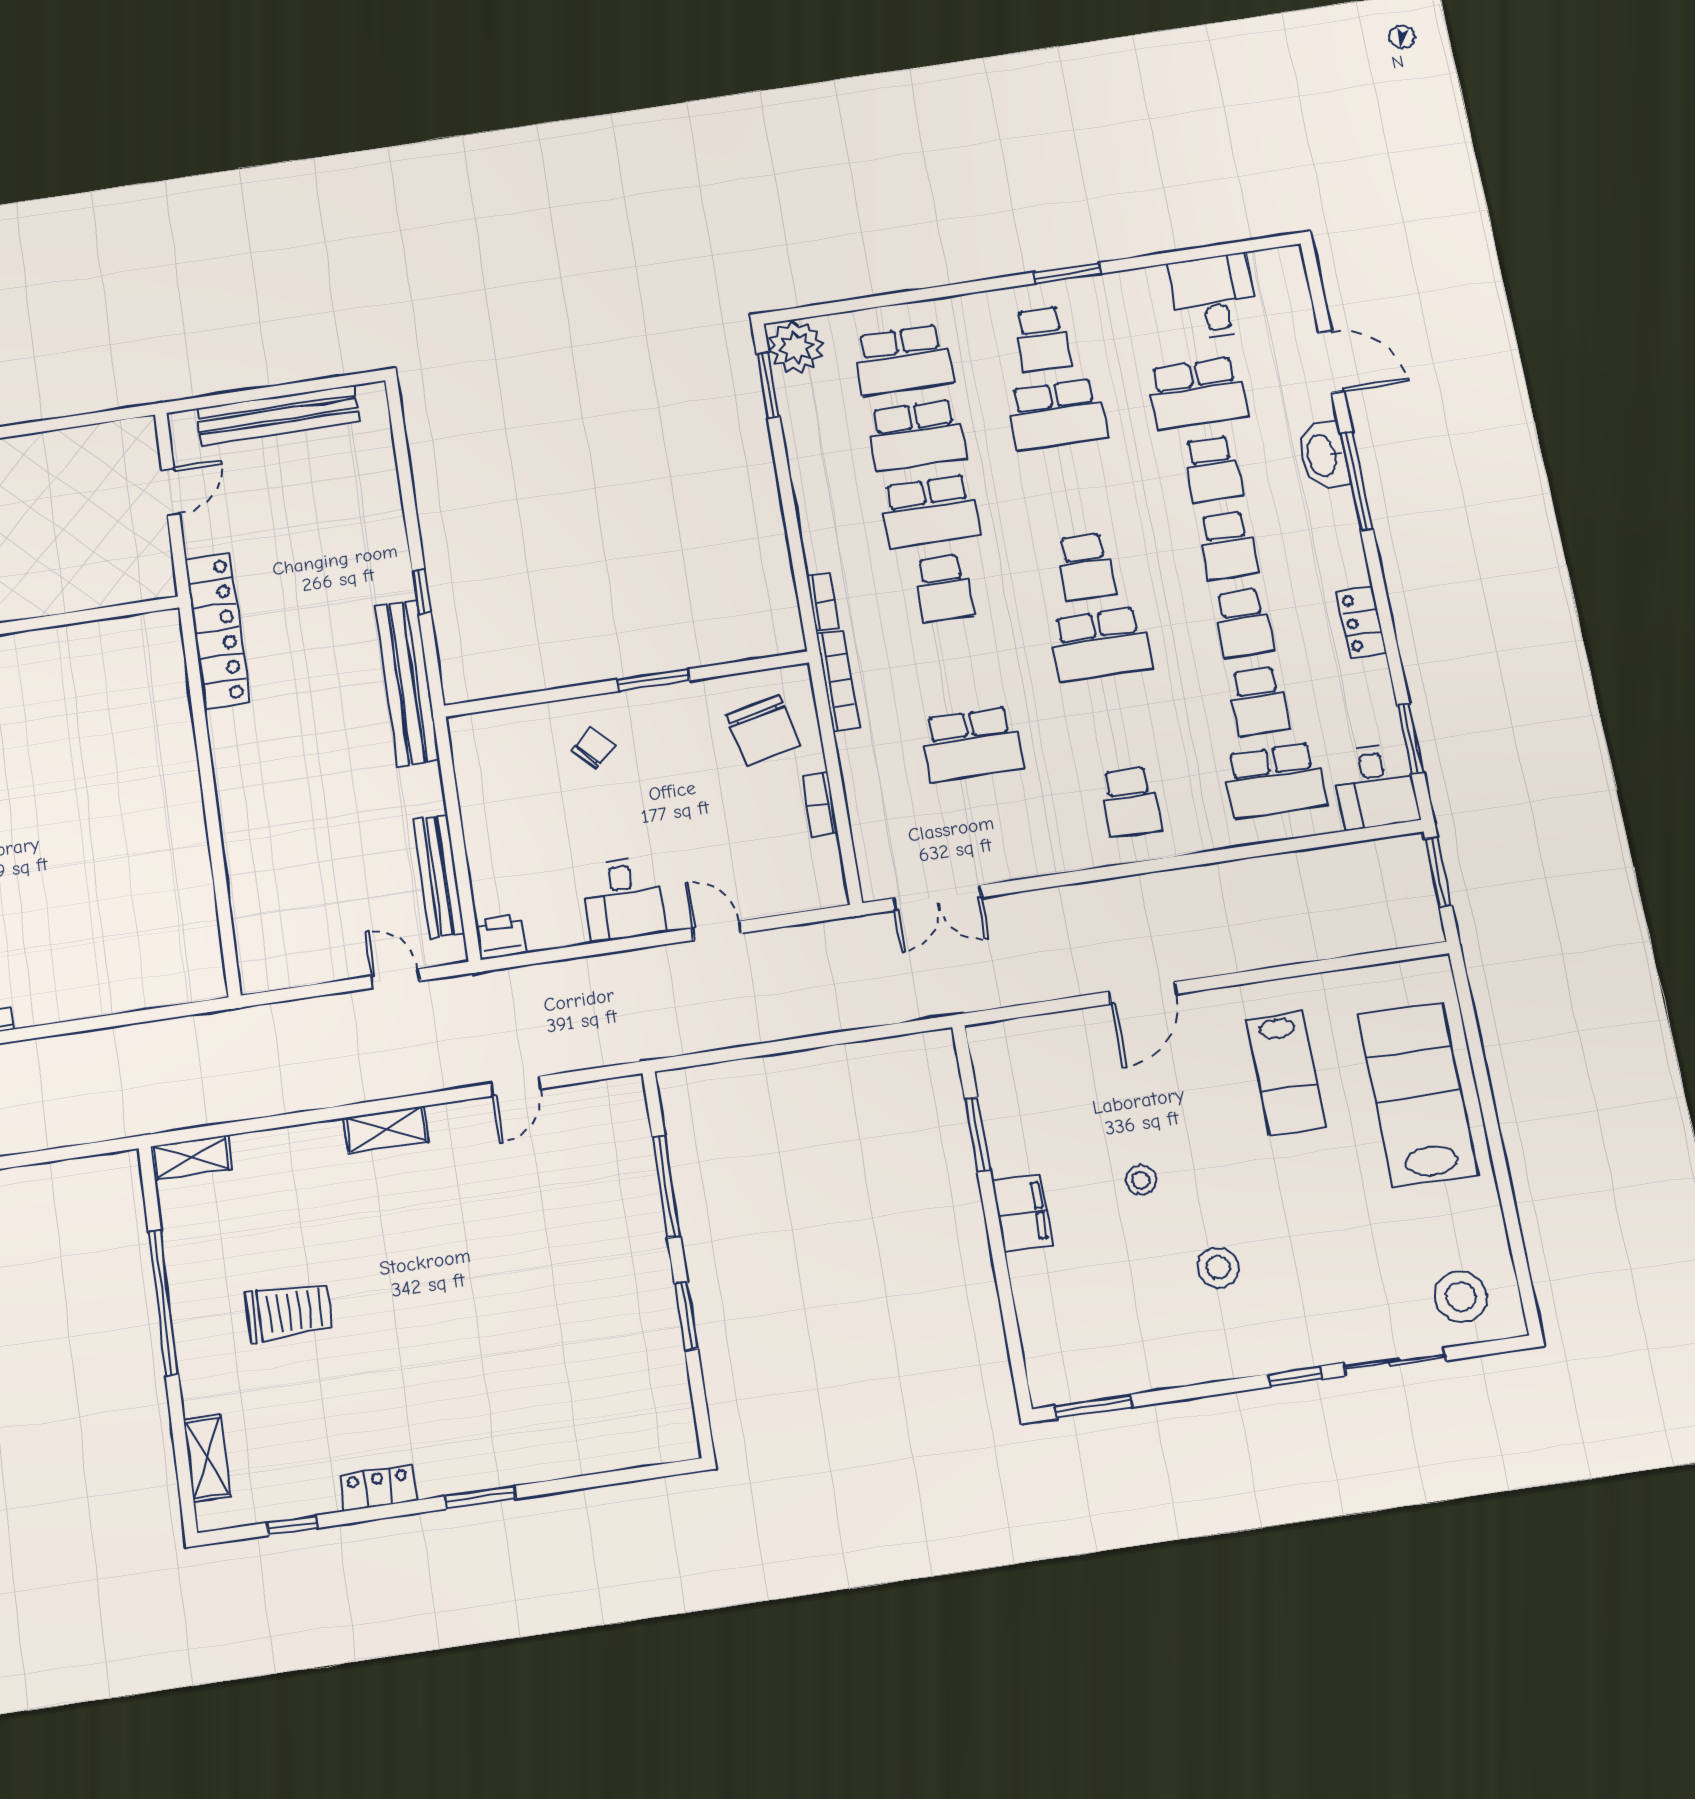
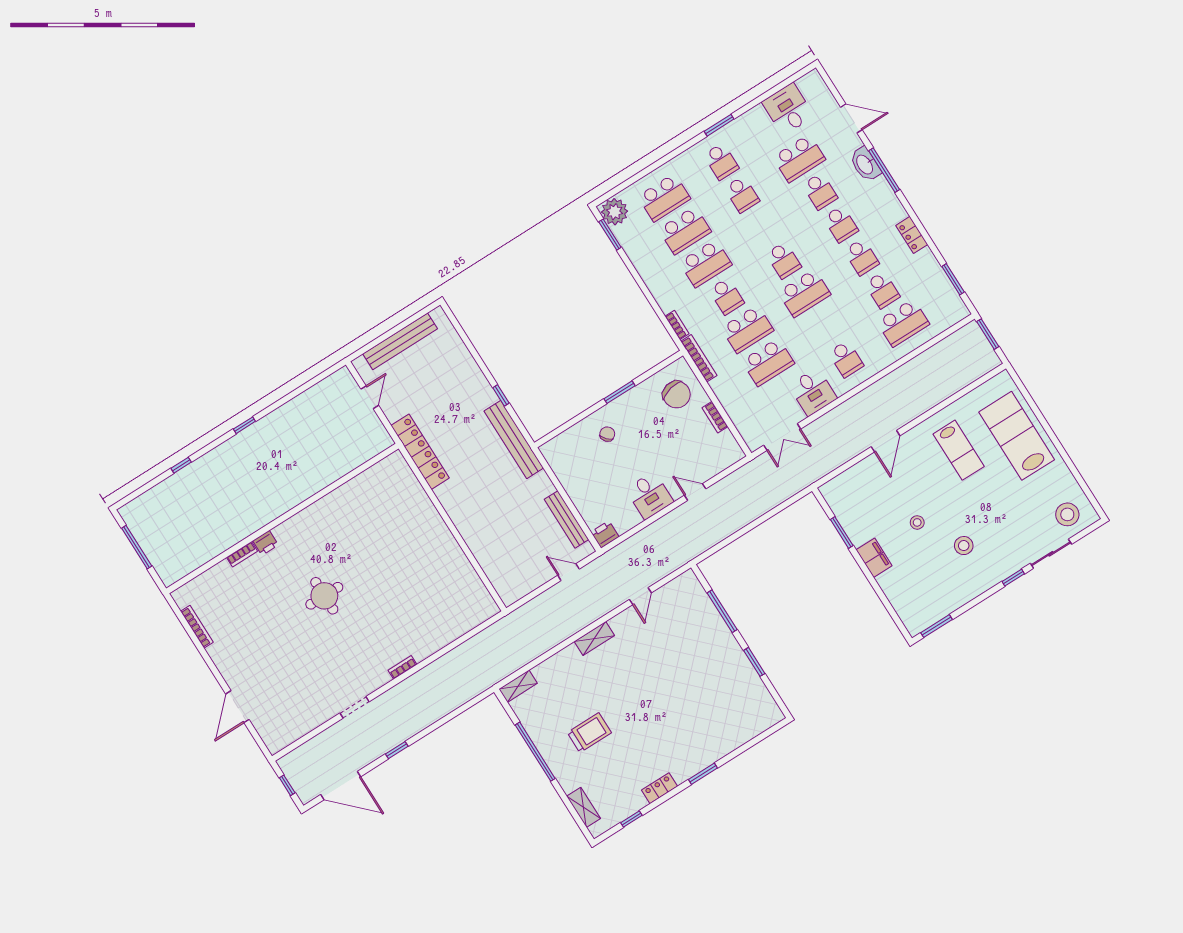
school desk: (1057, 414) -> (742, 194), width x0.54
school desk: (958, 666) -> (747, 329), added
desk: (1376, 787) -> (813, 392), moved

